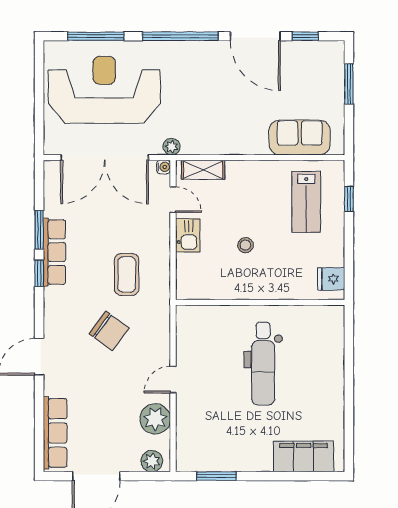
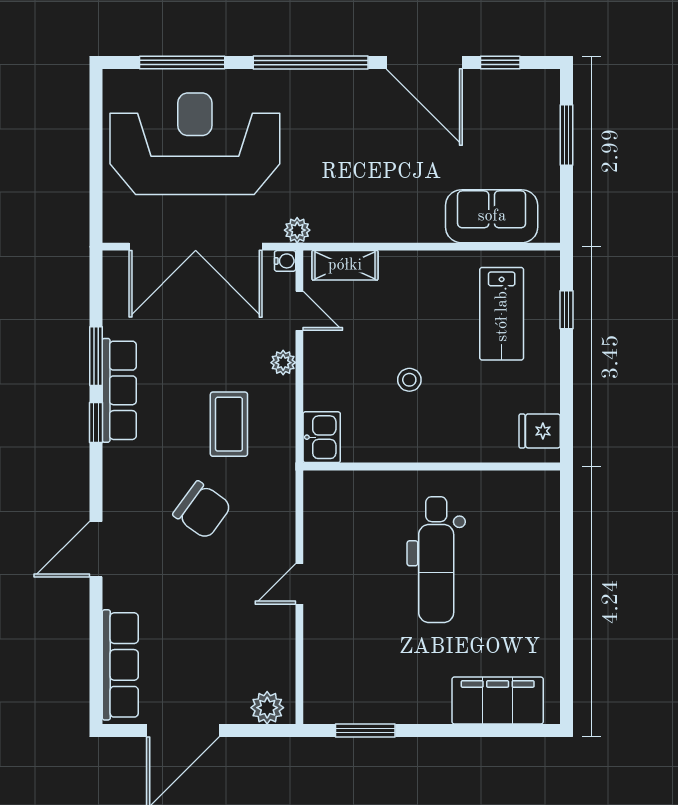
kitchen sink: (188, 235) -> (322, 437), moved
plant: (155, 419) -> (283, 363), moved, width x0.53, depth x0.53

